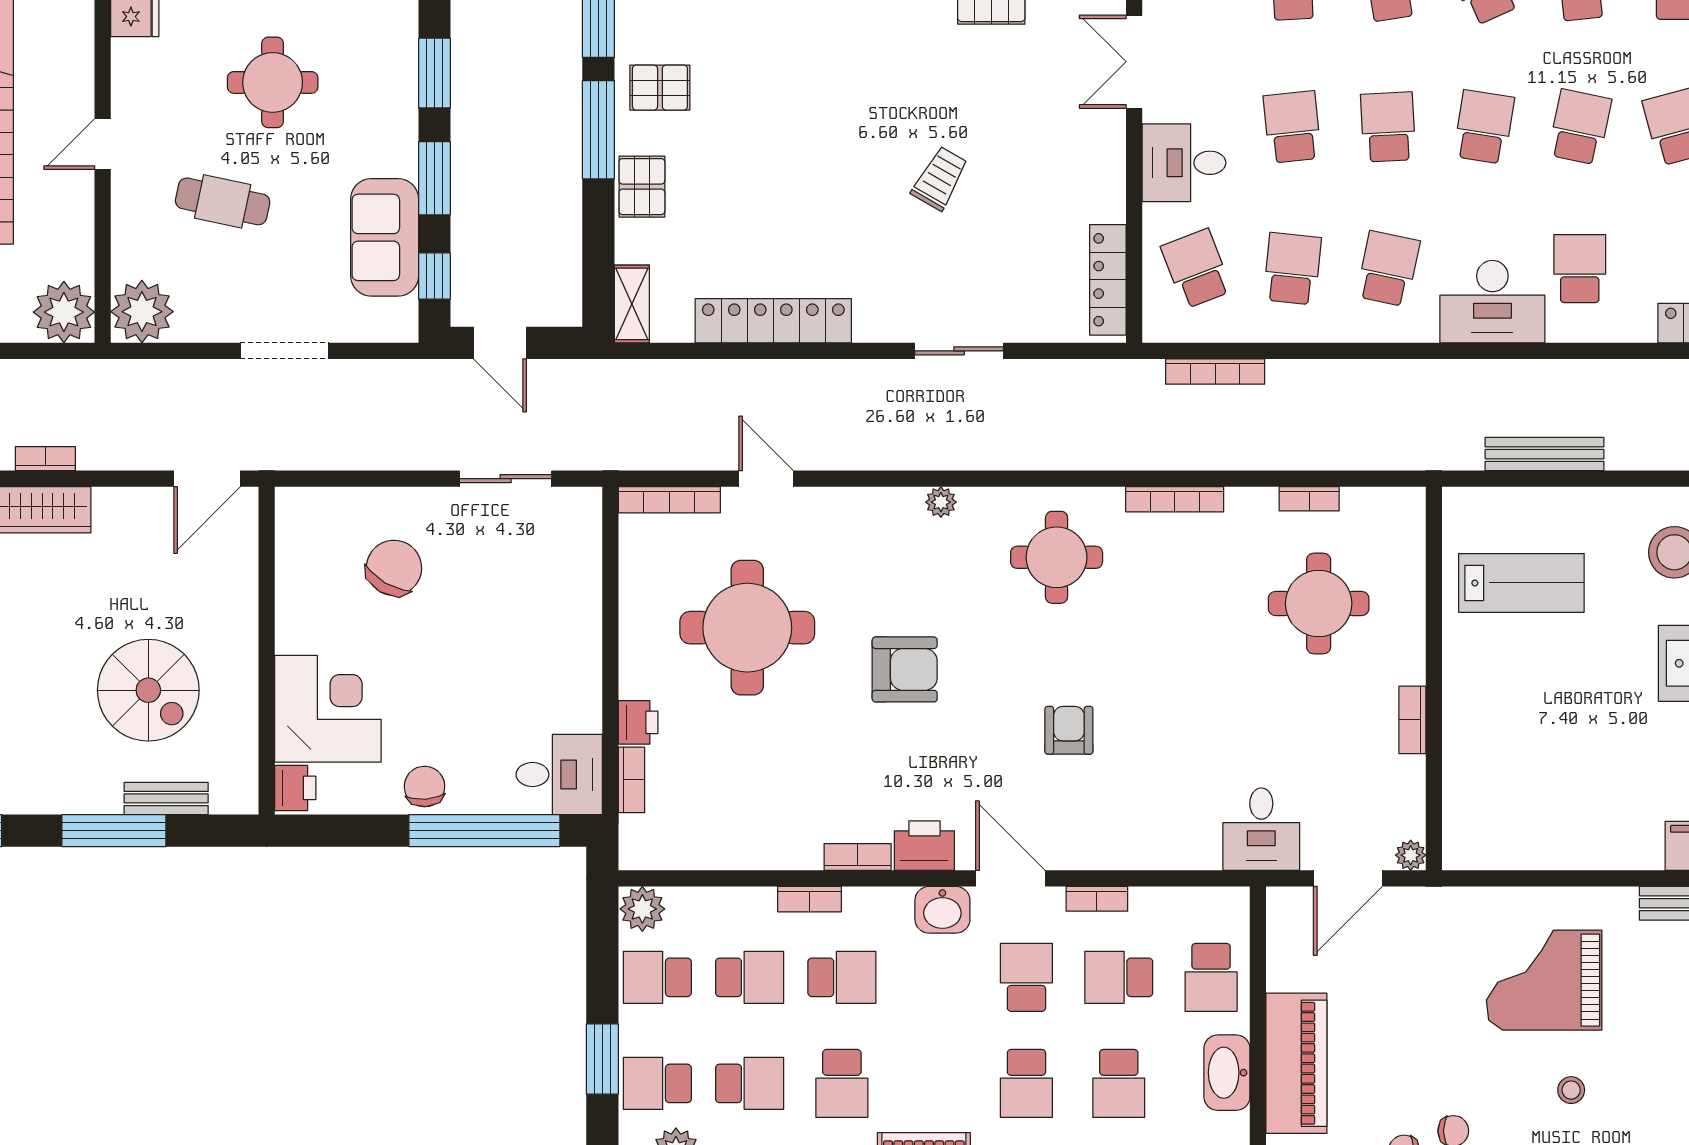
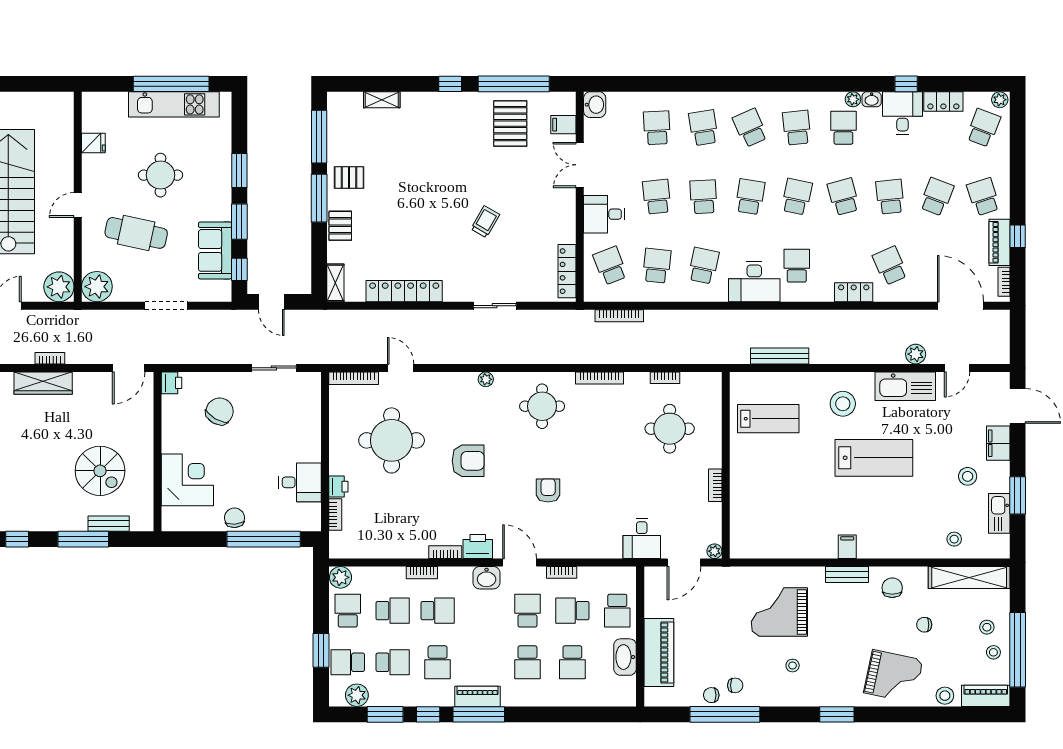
cafe table: (223, 201) -> (136, 233), width x1.37, depth x1.35
desk: (559, 774) -> (300, 482), moved
printer: (295, 788) -> (172, 383), moved
school desk: (657, 977) -> (348, 611), turned 90

